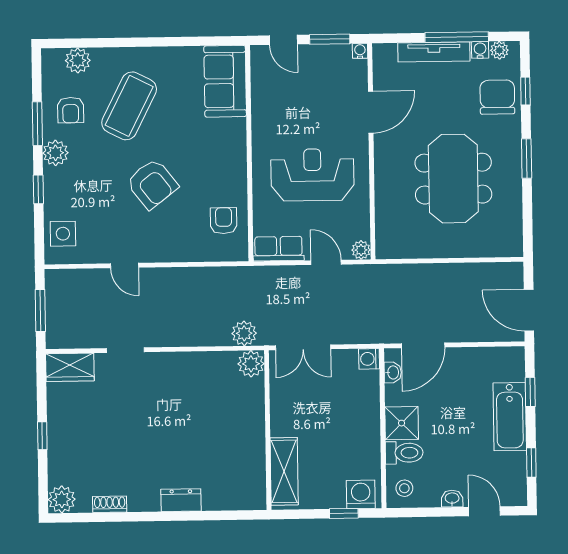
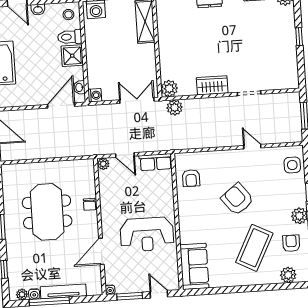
chair: (497, 97) -> (90, 204), moved, width x0.54, depth x0.54
reception desk: (312, 175) -> (147, 234), moved
wardrobe: (70, 367) -> (212, 85), moved

